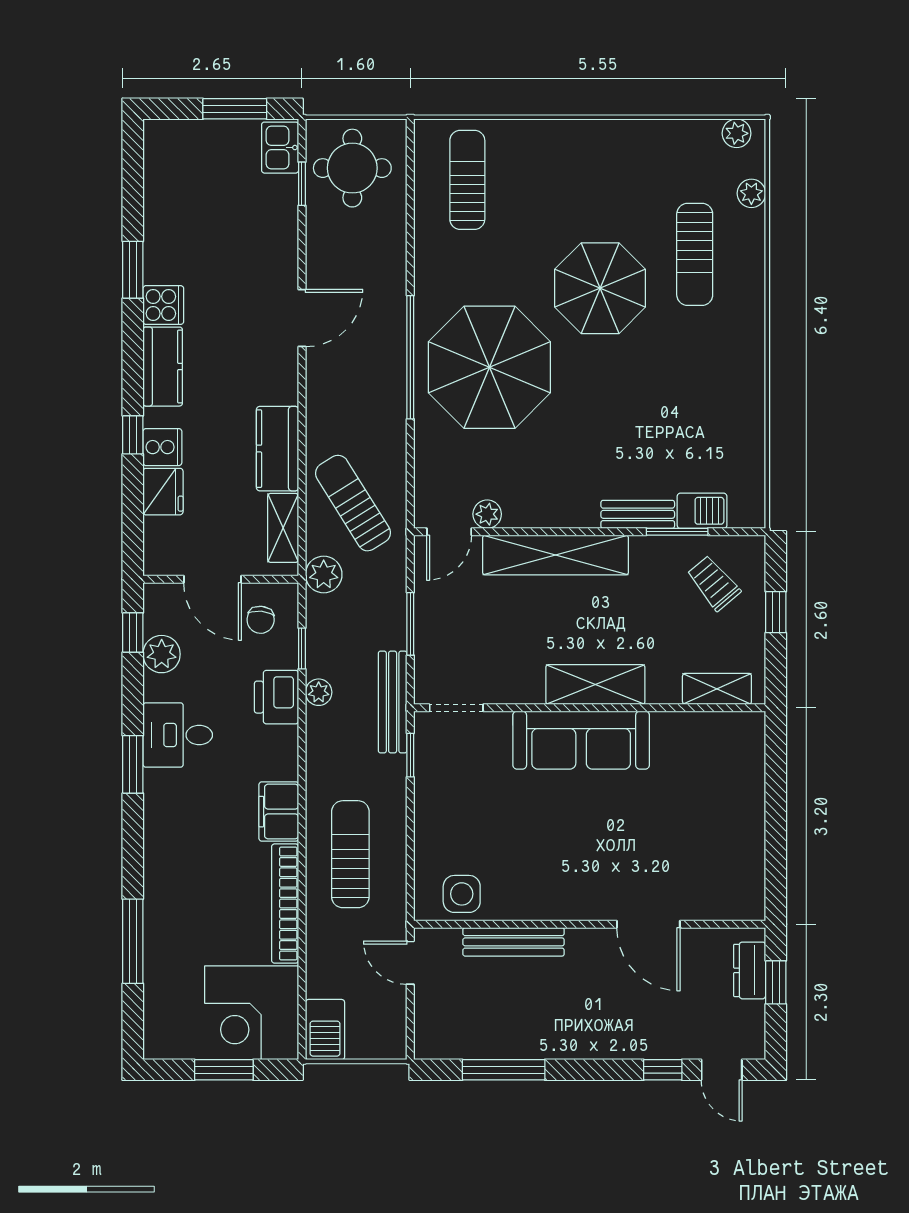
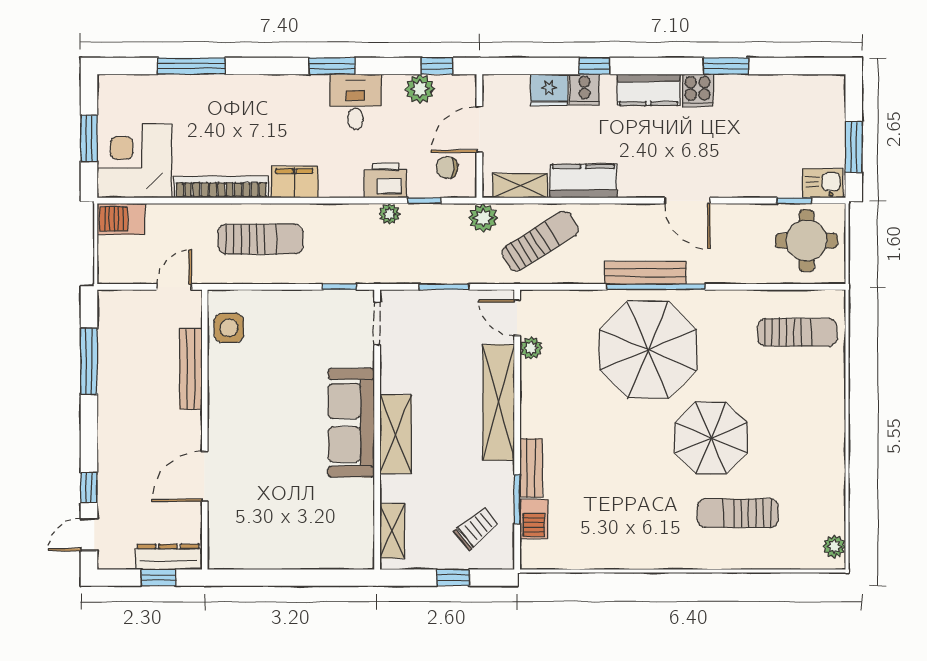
plant: (751, 193) -> (786, 558), removed
bench: (393, 702) -> (646, 273), moved
dresser: (750, 970) -> (168, 557), width x1.44

